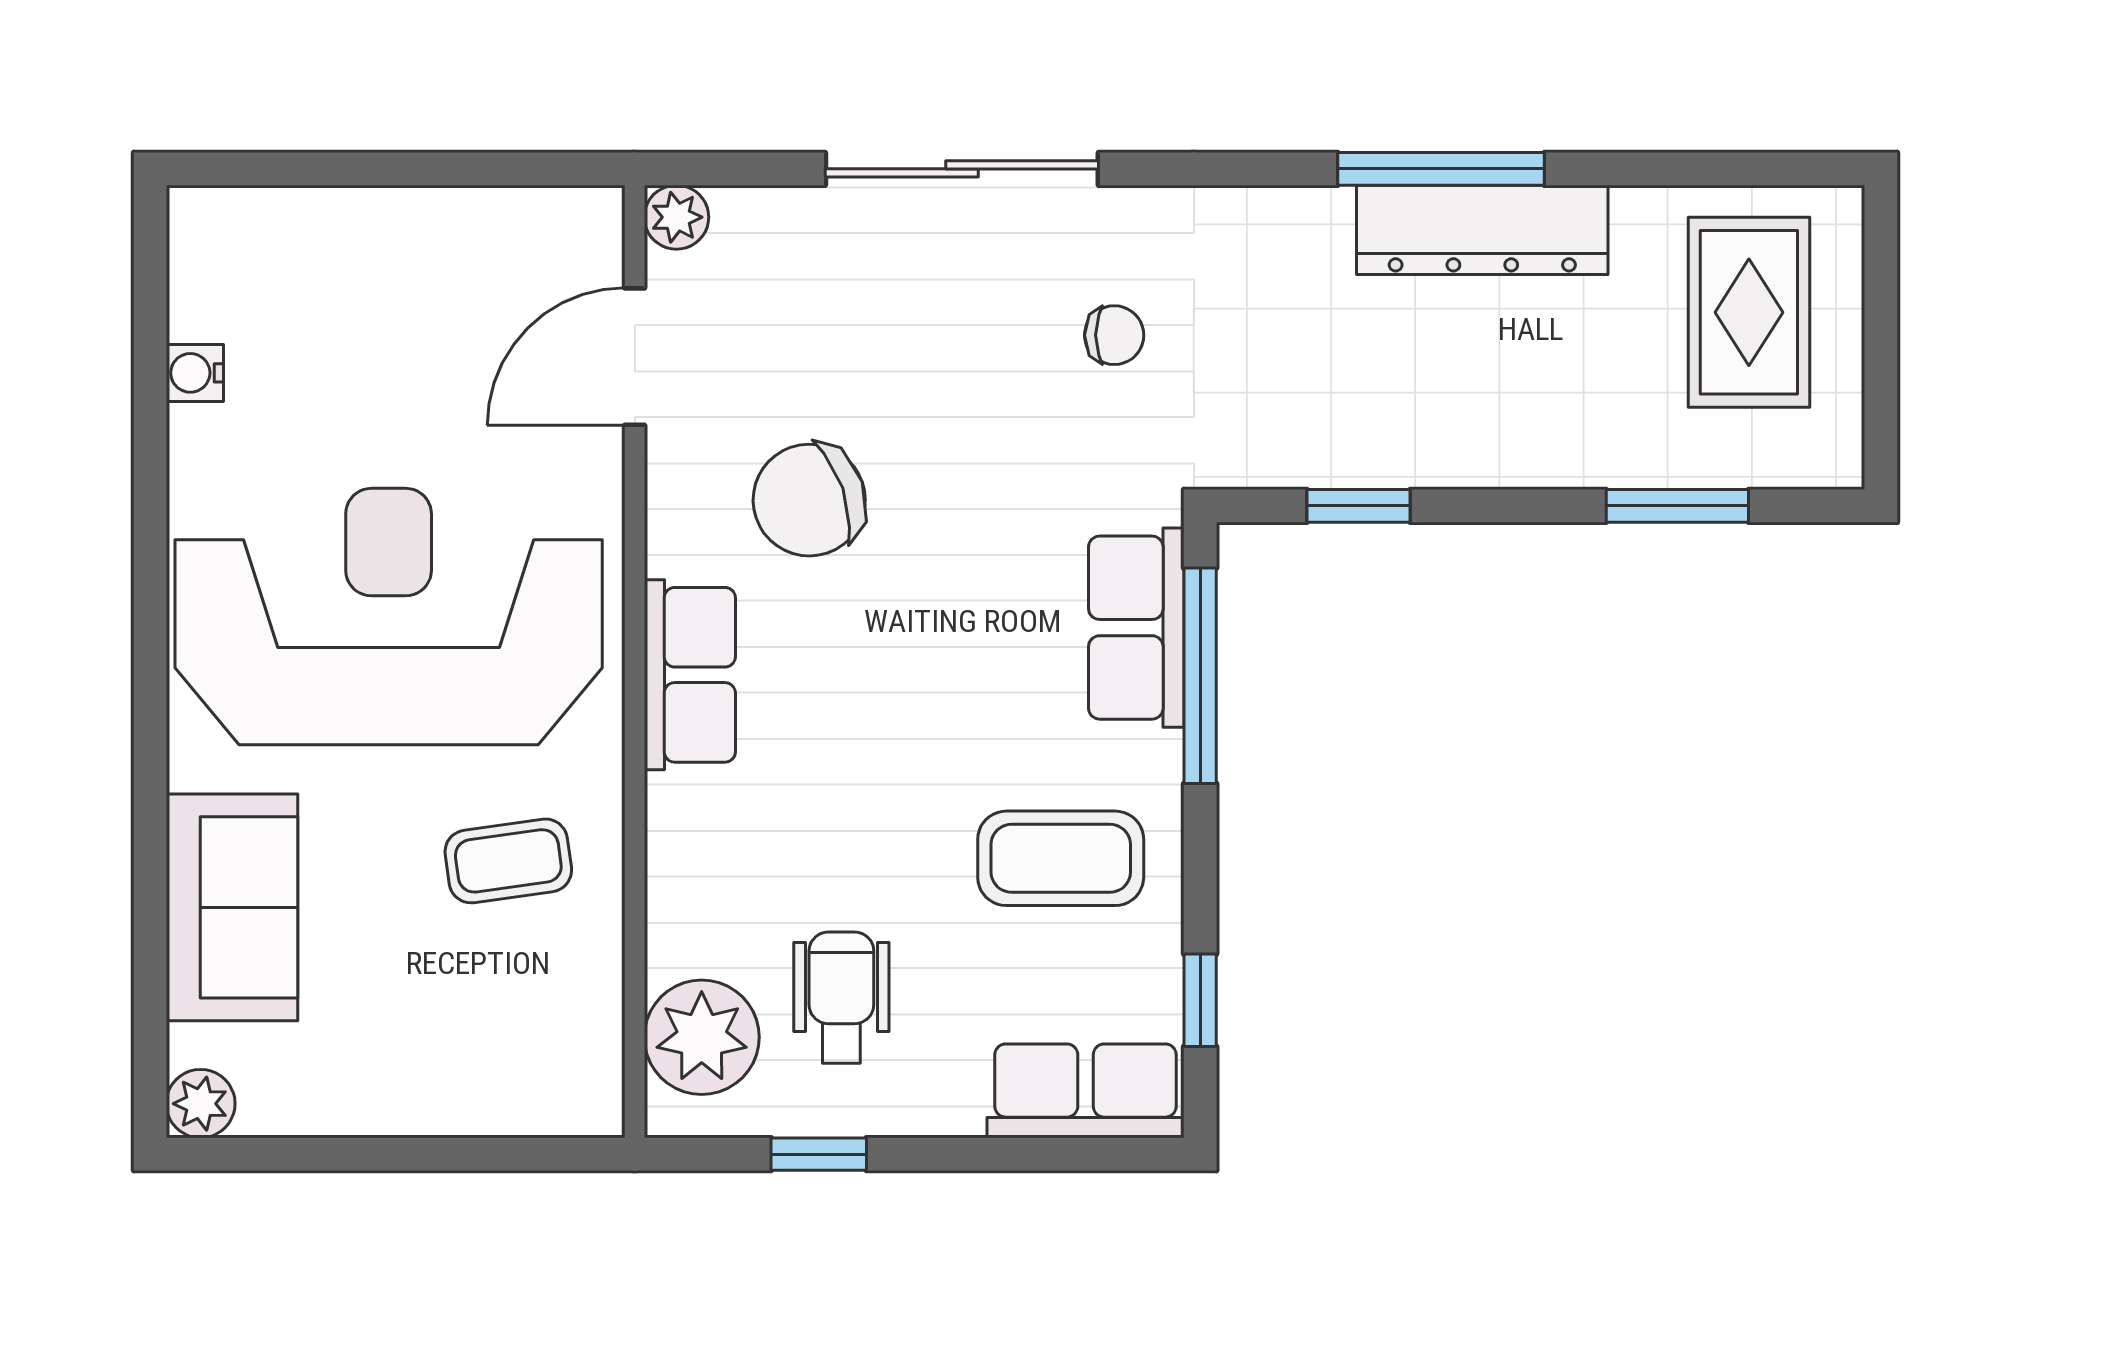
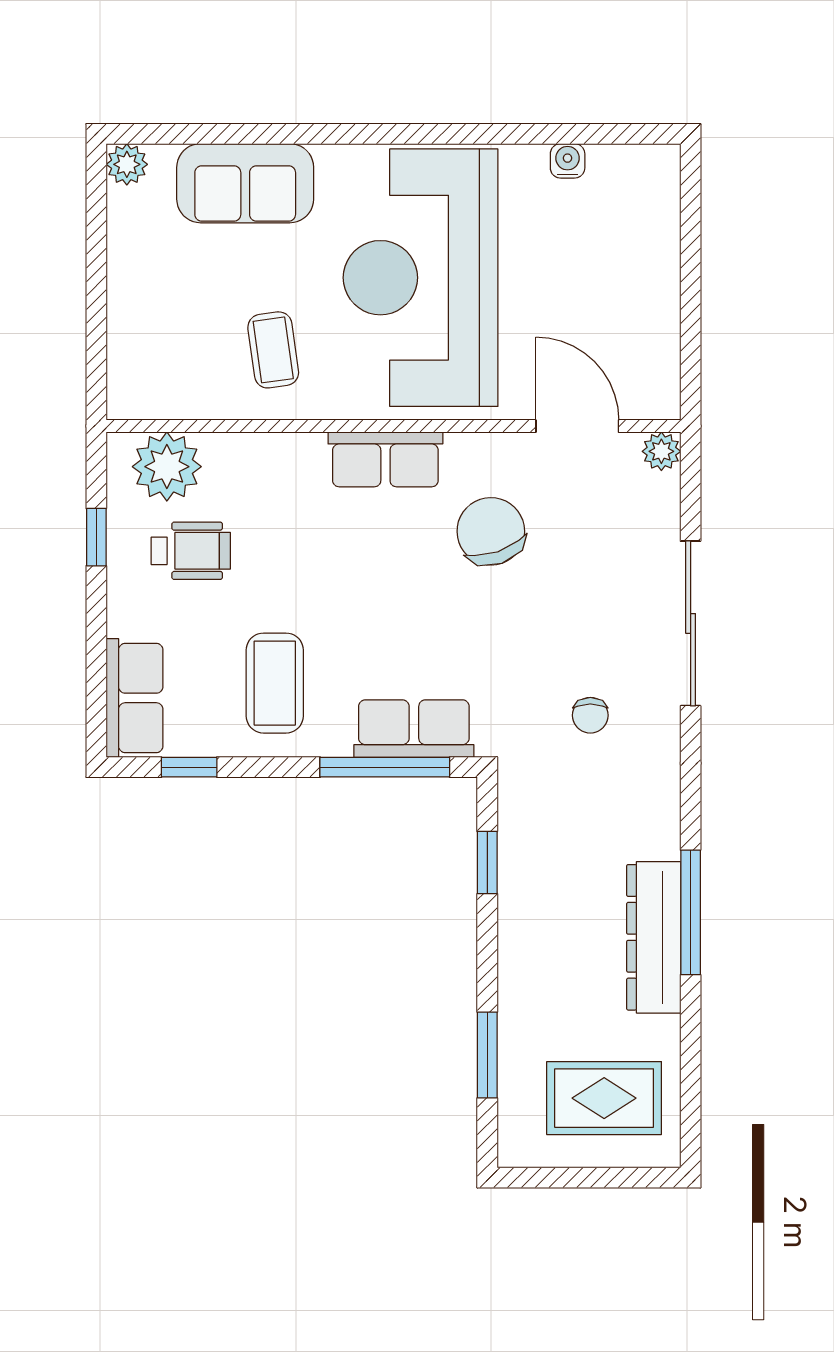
reception desk: (389, 616) -> (421, 278), turned 180

